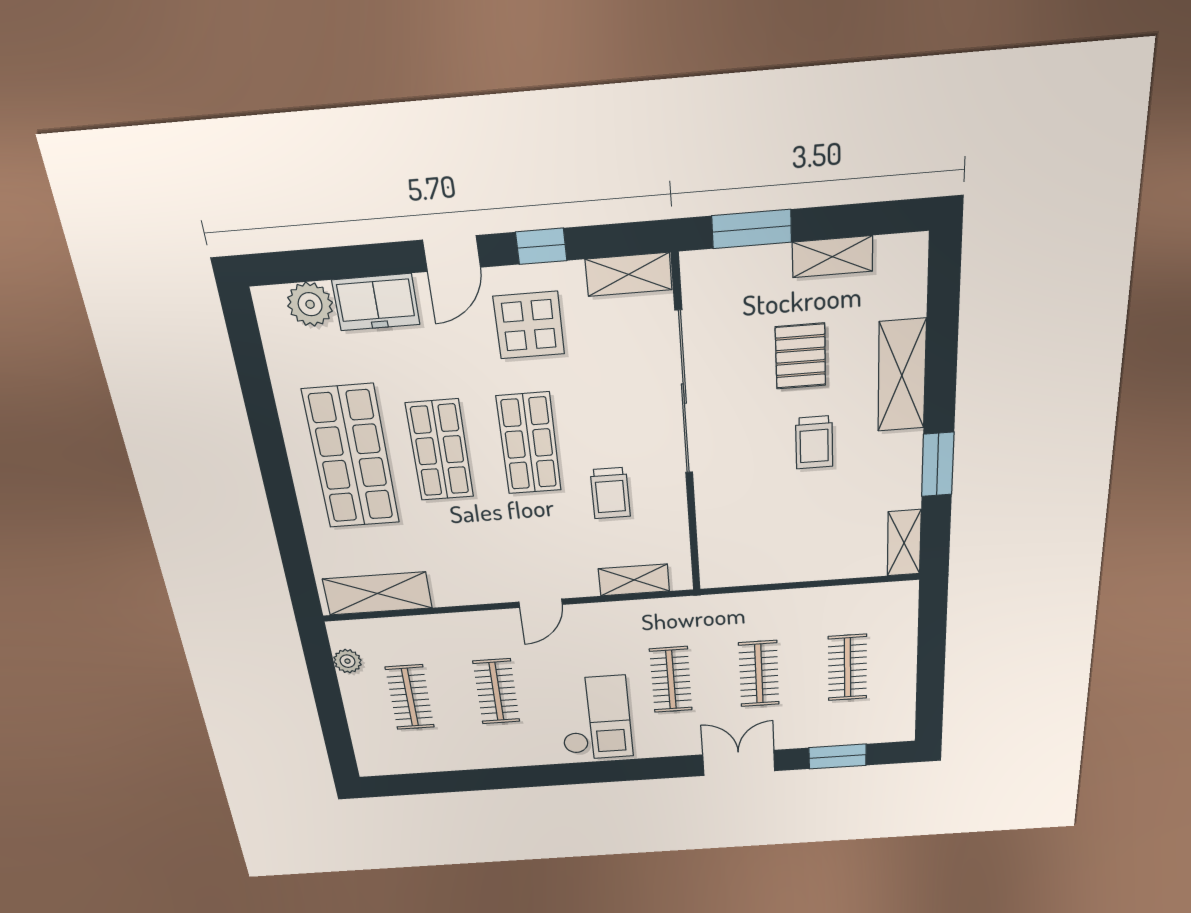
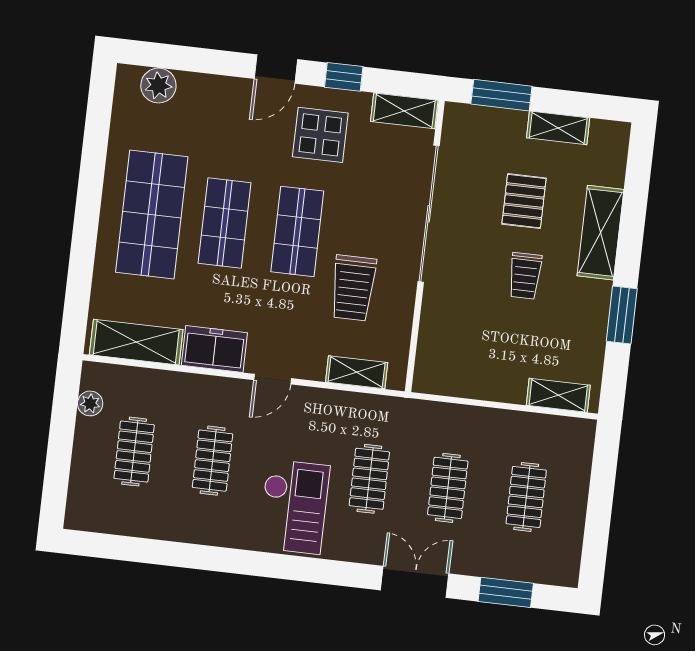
freezer: (376, 302) -> (214, 349), moved, turned 180
trolley: (610, 493) -> (353, 288), width x1.36, depth x1.39
shelving: (904, 543) -> (558, 395), moved, turned 90

